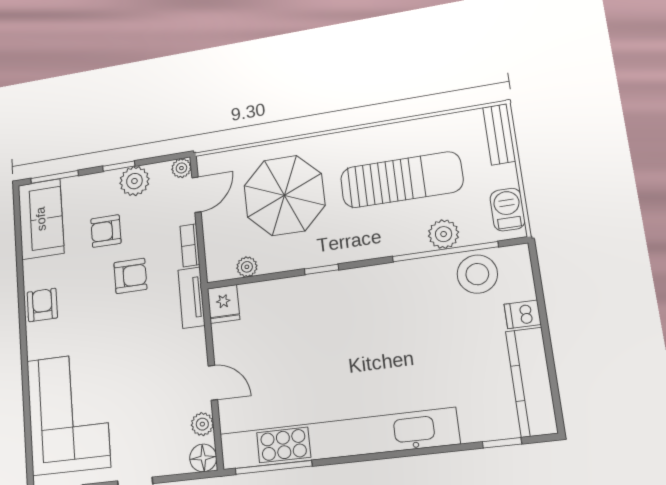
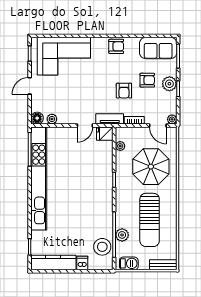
plant: (134, 181) -> (169, 84), moved
armchair: (106, 231) -> (147, 80), turned 90
door: (213, 383) -> (85, 125), moved

